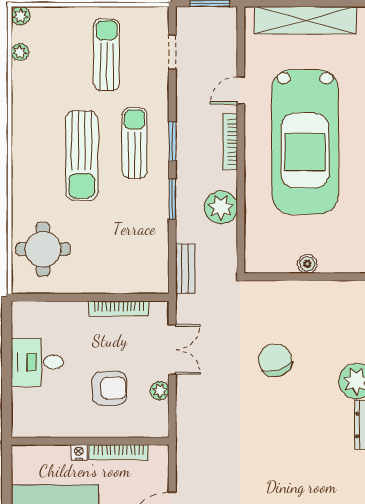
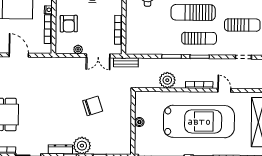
car: (305, 142) -> (199, 121), turned 180
bench: (185, 268) -> (126, 62), moved
armchair: (109, 388) -> (69, 24), moved

